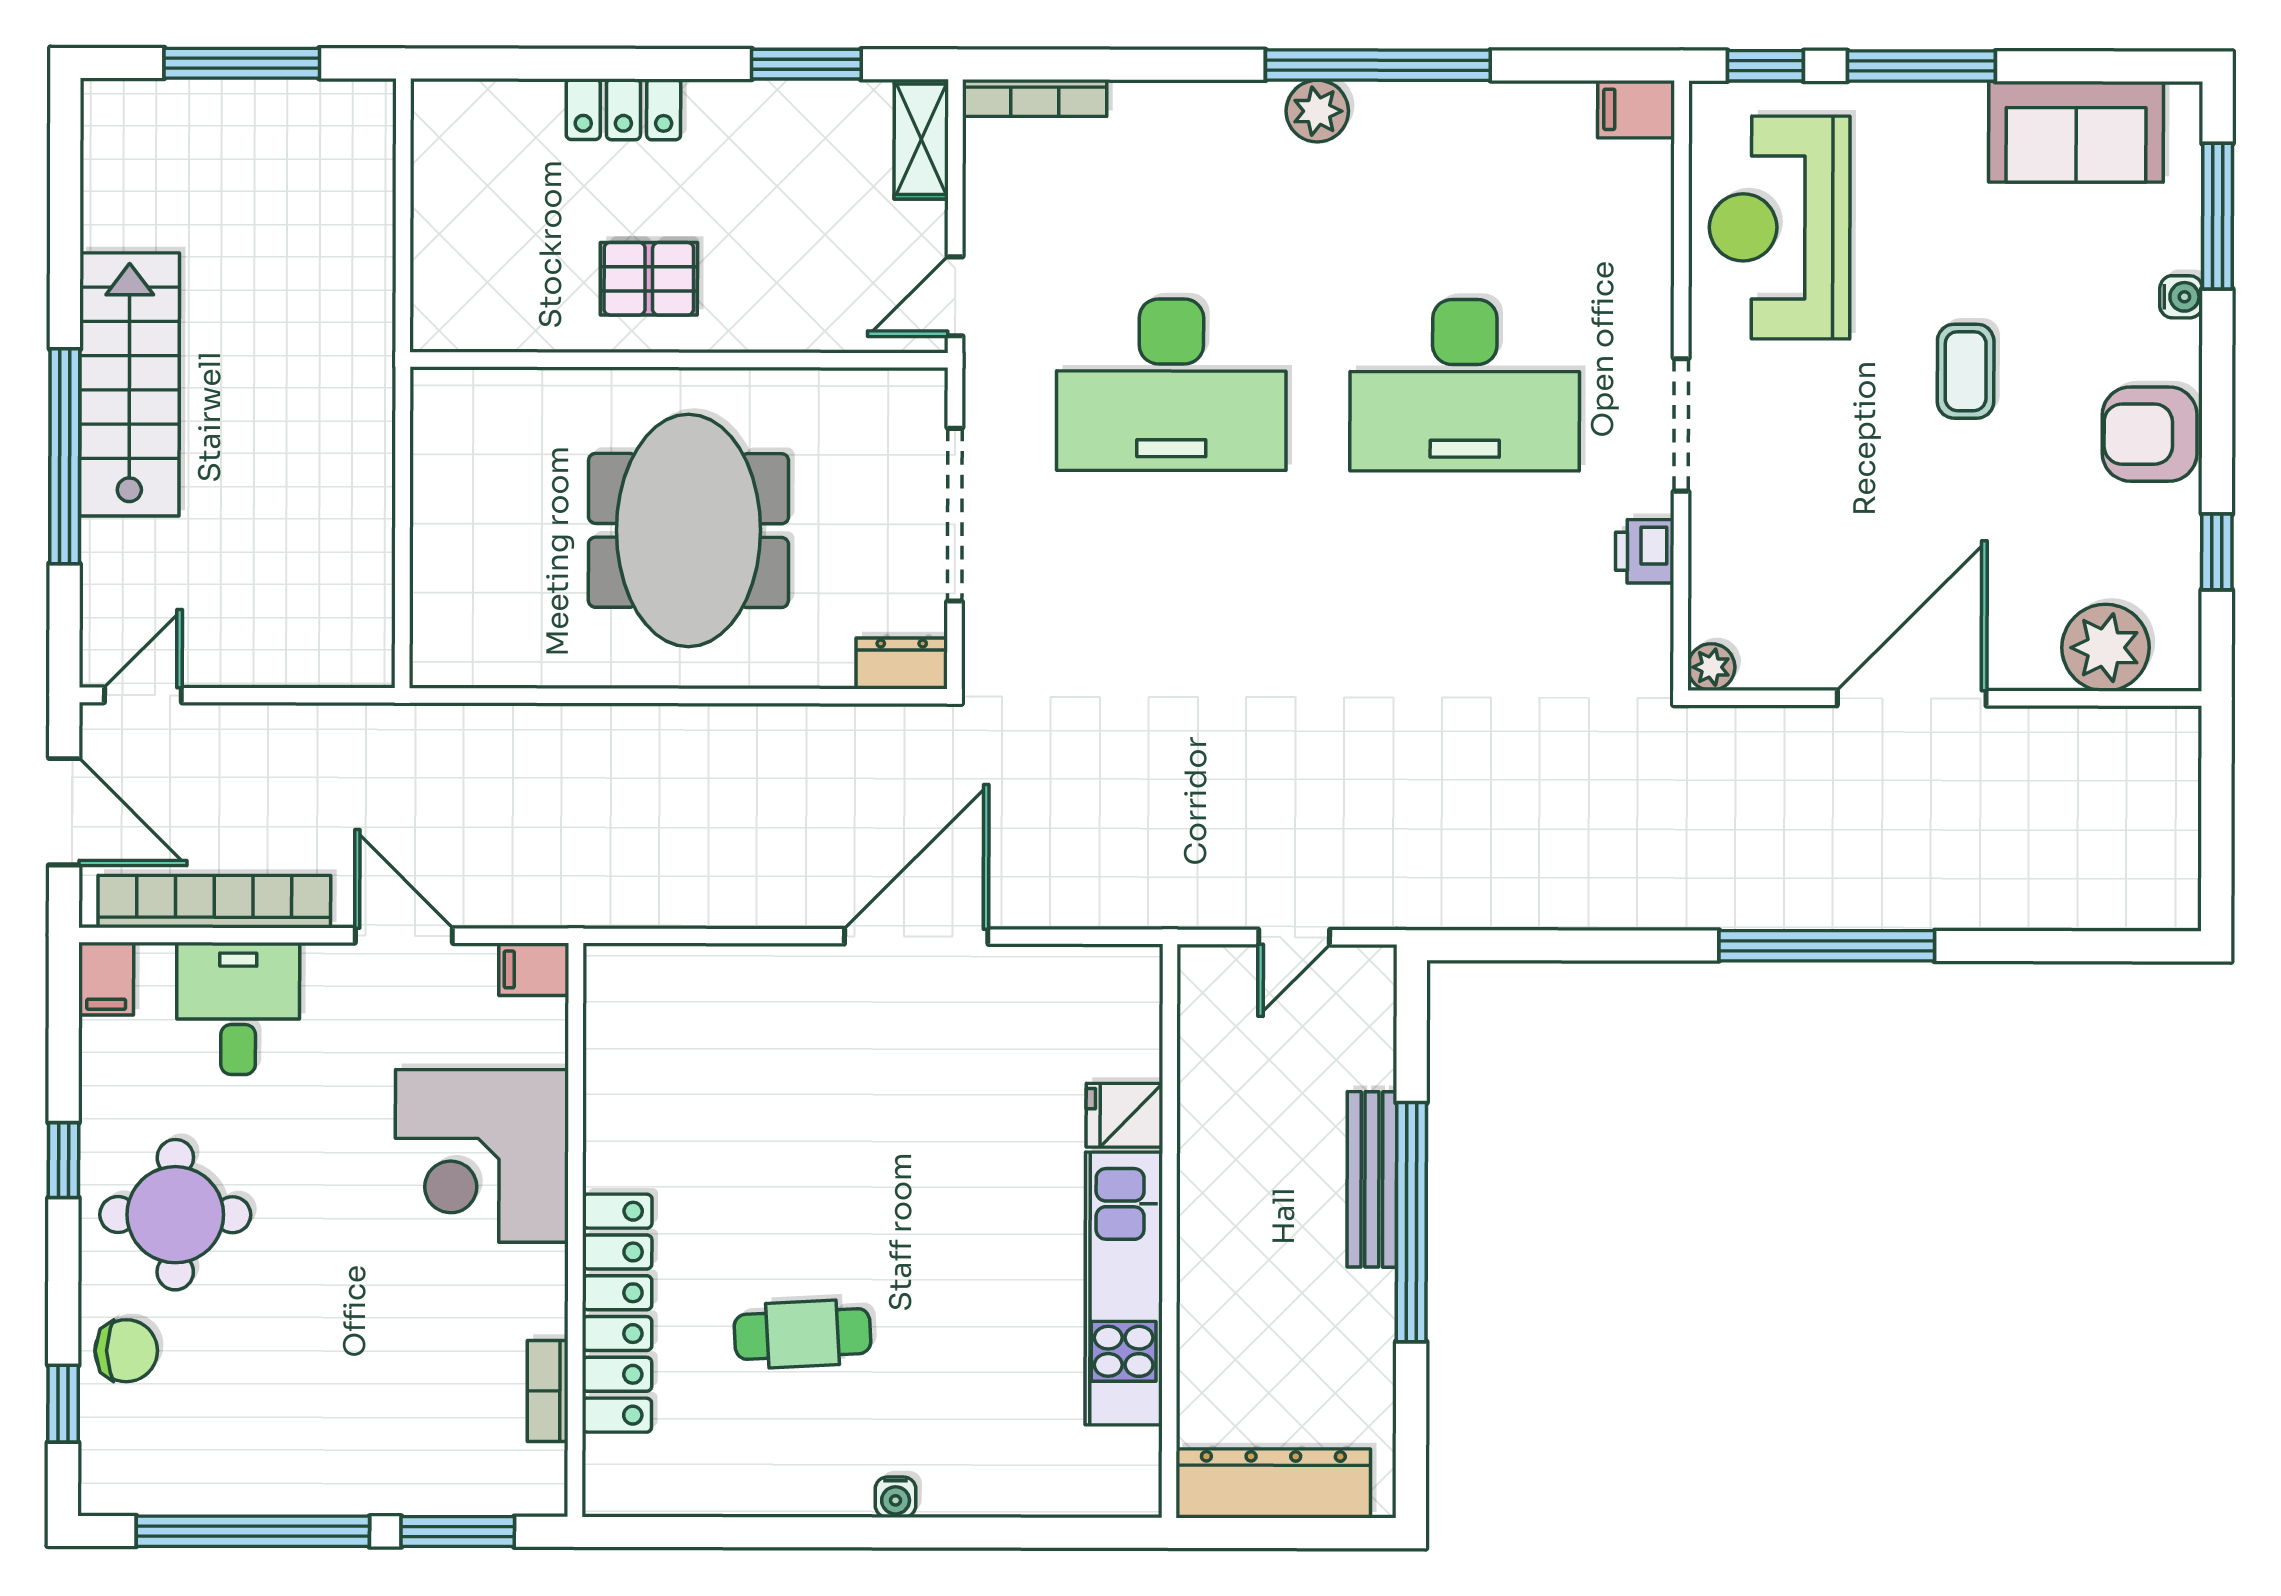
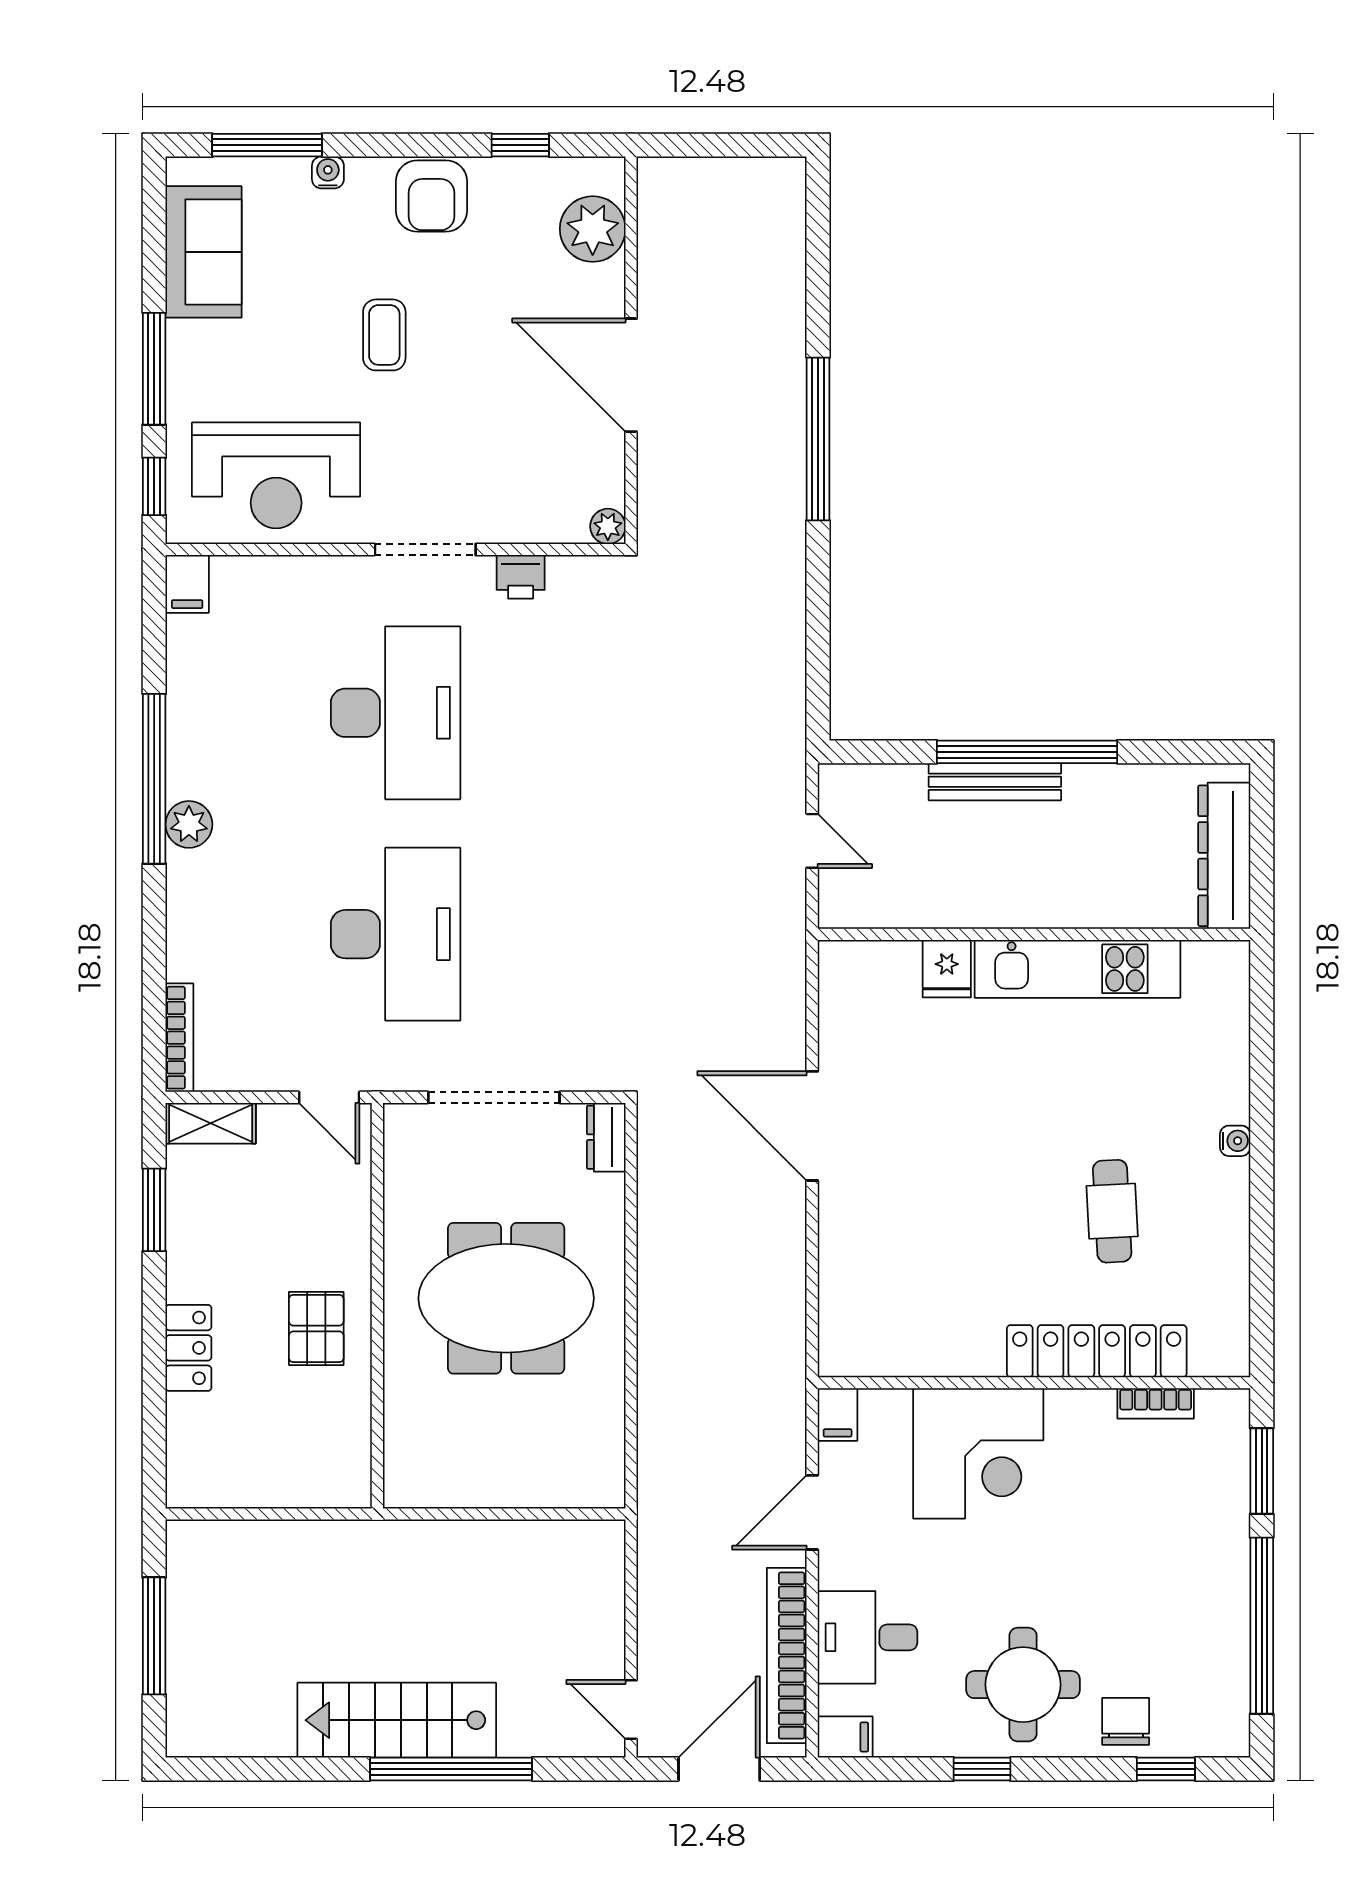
coffee table: (1966, 371) -> (384, 335), turned 90

